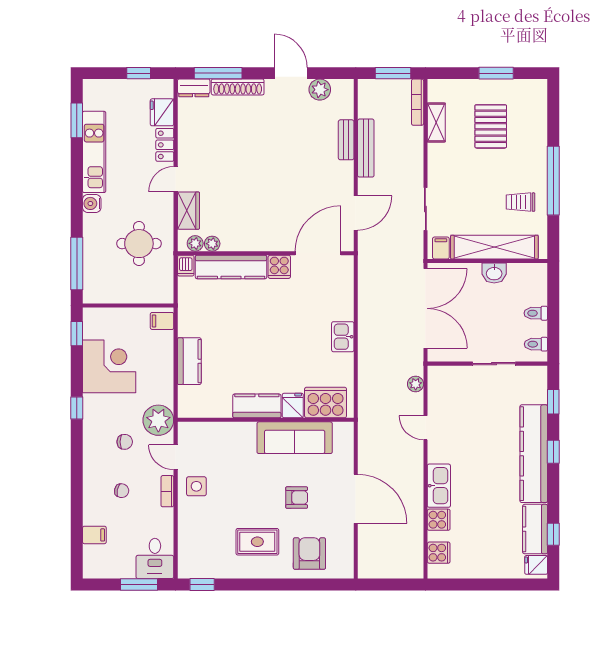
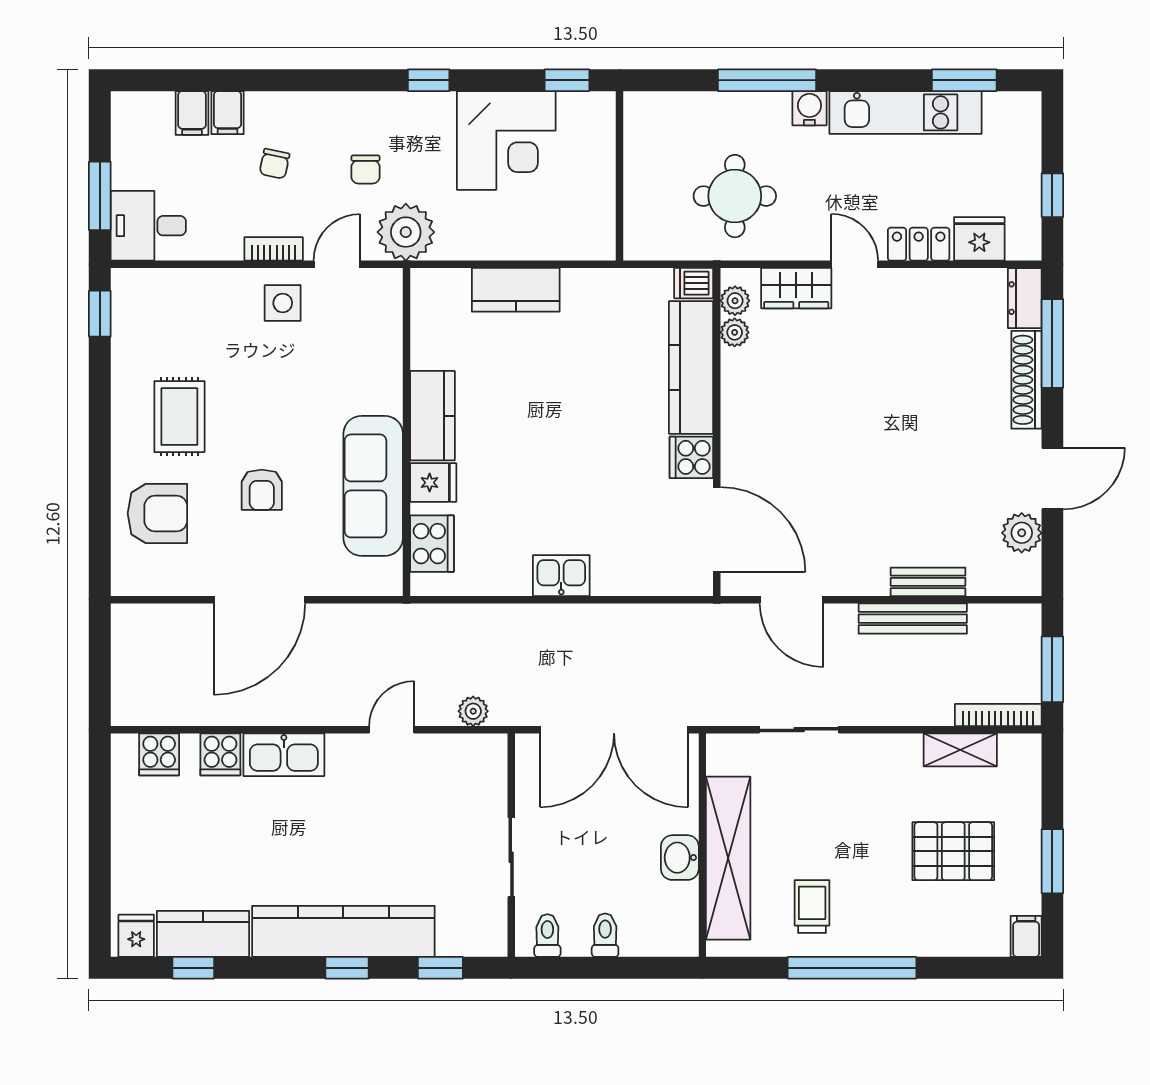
filing cabinet: (441, 248) -> (1026, 936), moved, turned -90
window: (77, 264) -> (767, 80), moved
filing cabinet: (162, 321) -> (228, 113), moved, turned 180
cooker: (326, 403) -> (432, 544), width x0.73, depth x0.76

